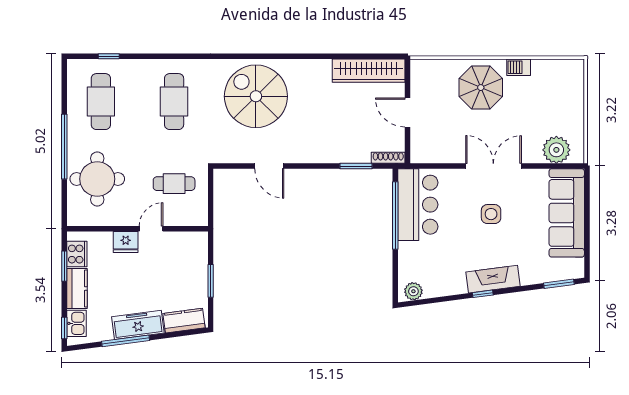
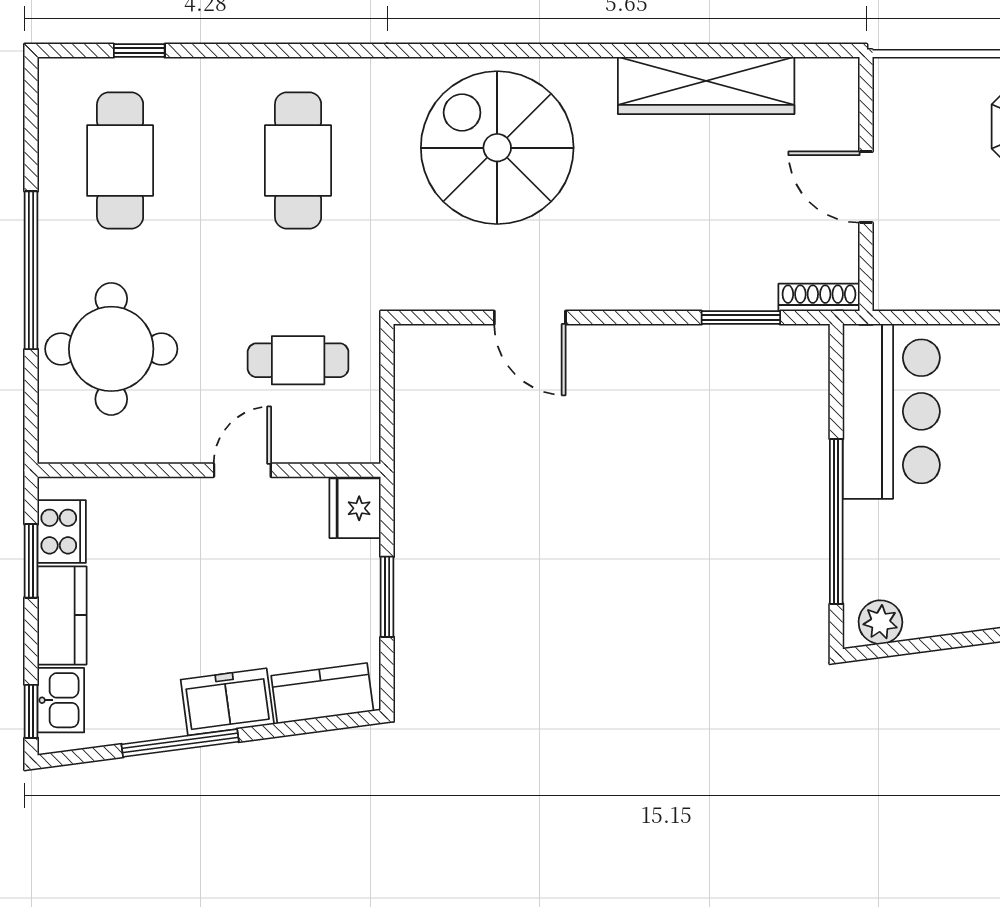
wardrobe: (369, 71) -> (706, 86), moved
window: (395, 215) -> (836, 521), moved
fridge: (126, 242) -> (355, 508), moved, turned 90
freezer: (138, 325) -> (227, 702), width x0.71

